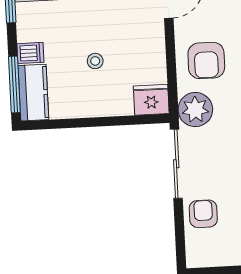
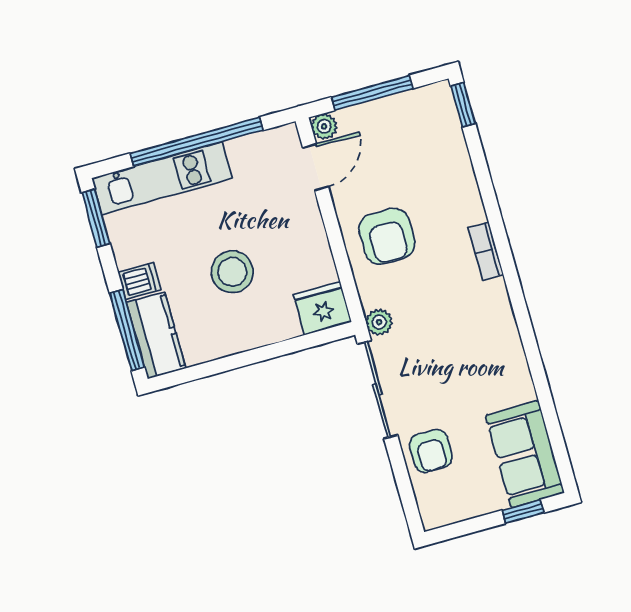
stool: (95, 61) -> (232, 272), width x1.89, depth x1.89
plant: (195, 110) -> (379, 322), width x0.53, depth x0.53
armchair: (203, 214) -> (431, 451), turned 180

